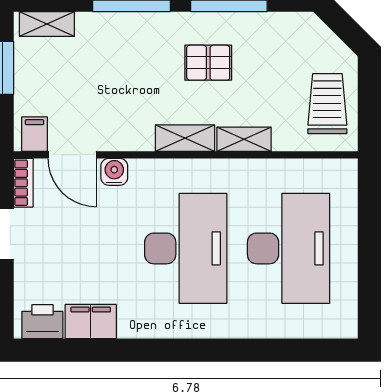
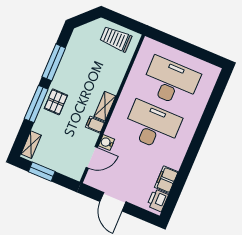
pallet: (208, 63) -> (56, 102), moved
filing cabinet: (35, 134) -> (95, 125), moved
shelving: (244, 139) -> (116, 81), removed
bookcase: (23, 183) -> (95, 183), removed

